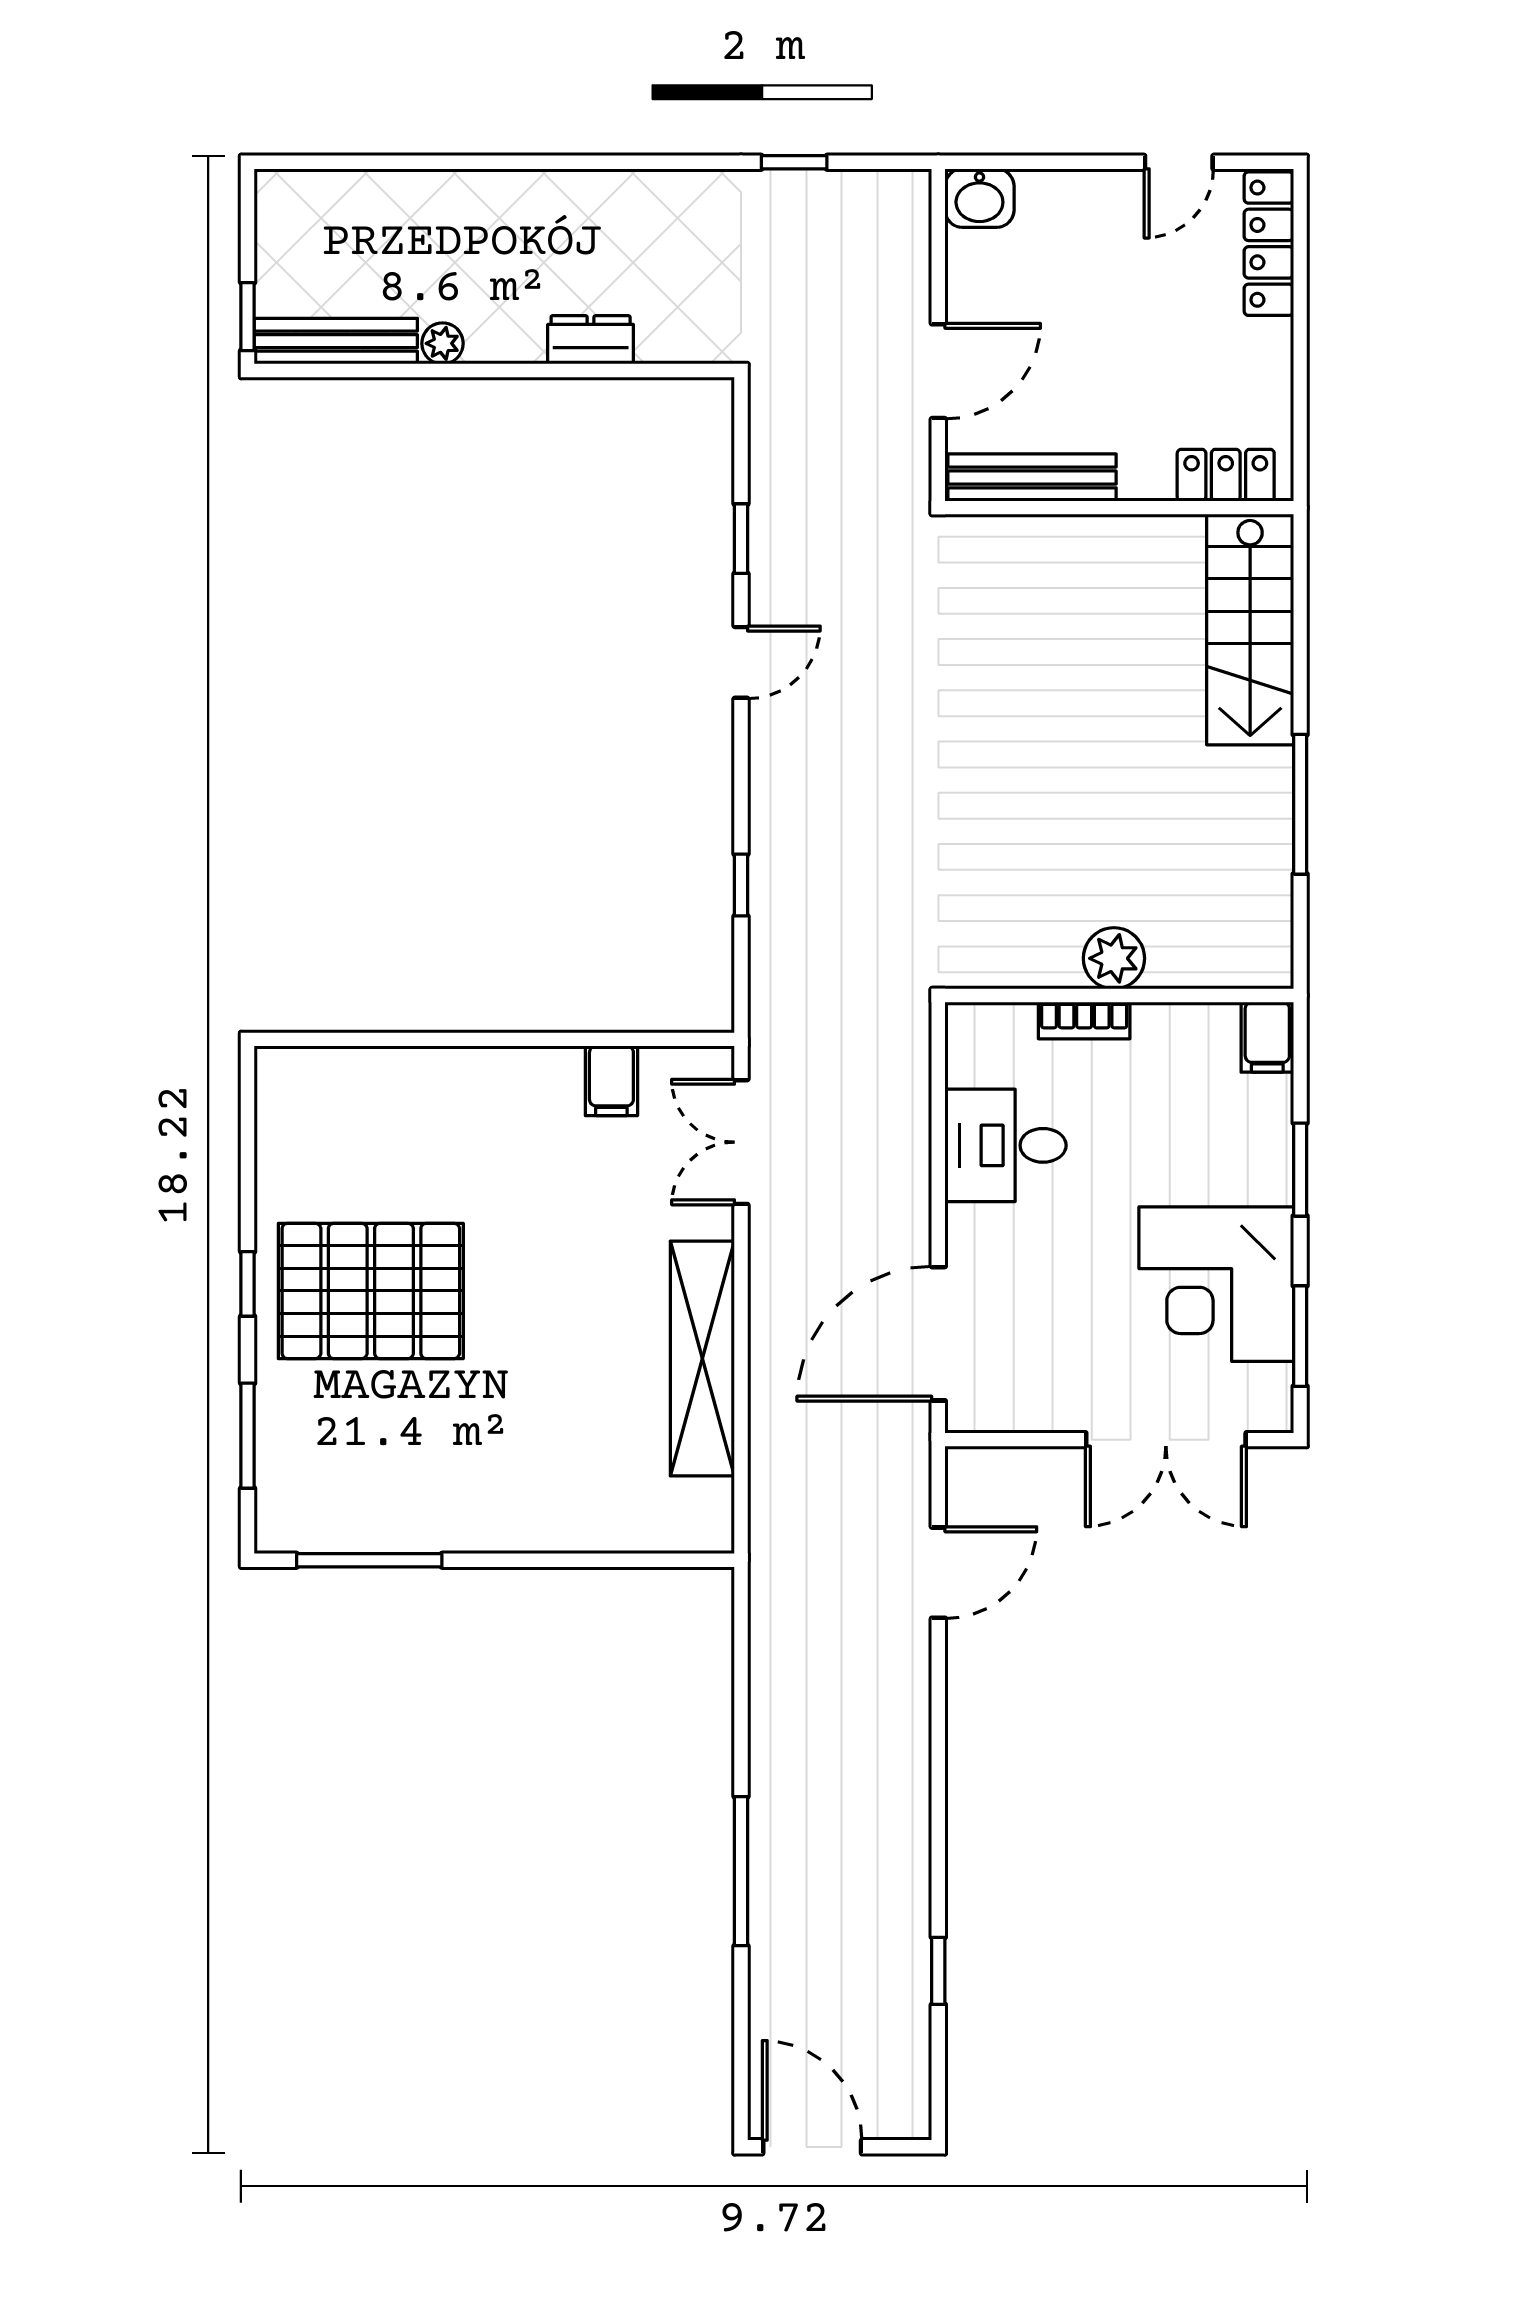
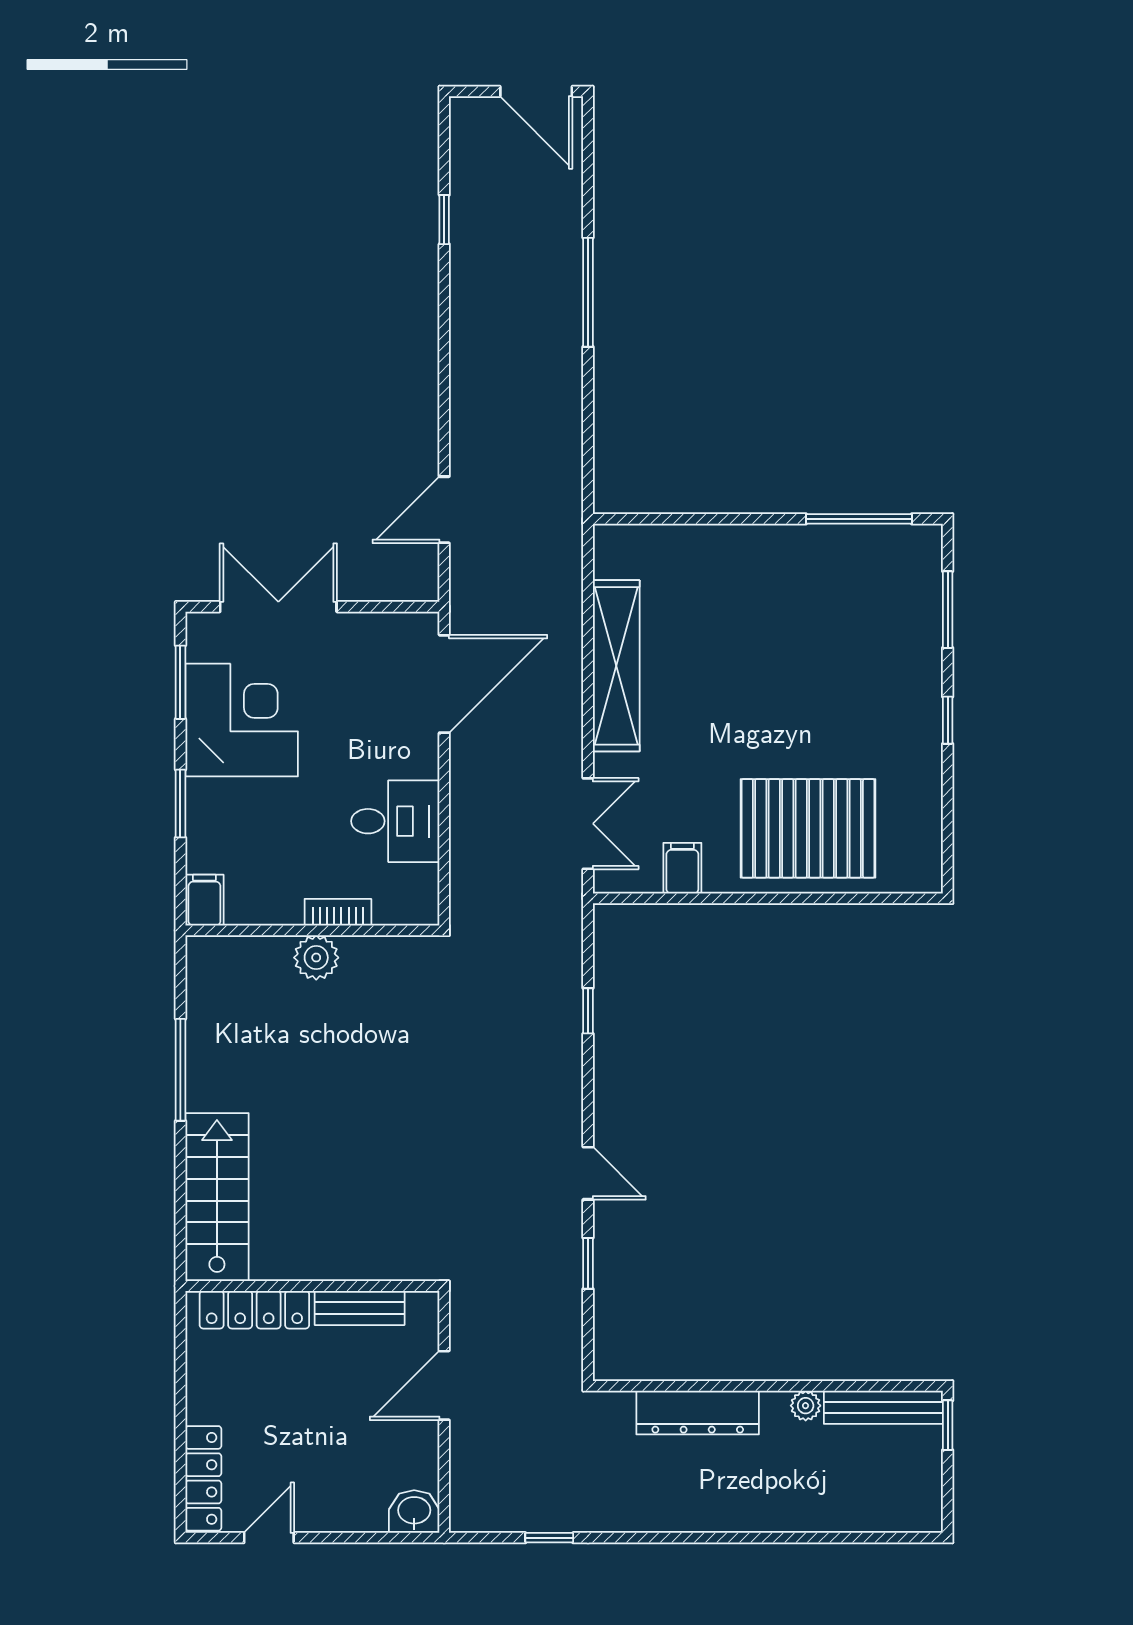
dresser: (591, 340) -> (698, 1413), width x1.96, depth x1.24
locker: (1226, 475) -> (254, 1310), width x1.53
bench: (1032, 477) -> (360, 1308), width x0.73
door: (741, 662) -> (588, 1173), swing flipped
pallet: (371, 1291) -> (808, 828), moved

